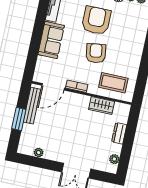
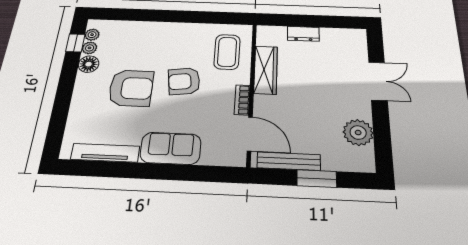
armchair: (96, 20) -> (131, 88), turned 180
wardrobe: (102, 106) -> (266, 70), width x1.50
plant: (39, 153) -> (358, 133), width x1.88, depth x1.88
plant: (114, 159) -> (344, 34), removed

